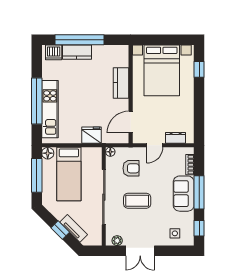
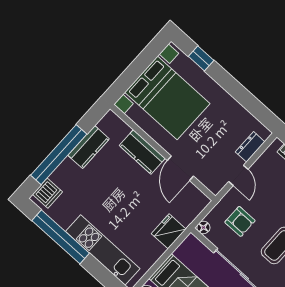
kitchen counter: (77, 52) -> (89, 147), moved
window: (37, 101) -> (61, 237), moved
door: (131, 122) -> (180, 168), moved
armchair: (131, 168) -> (240, 221), turned 90

